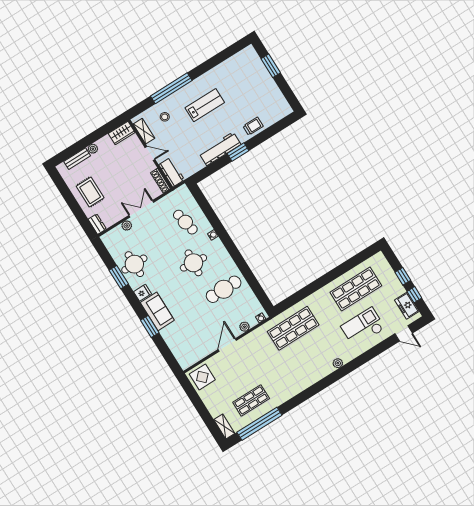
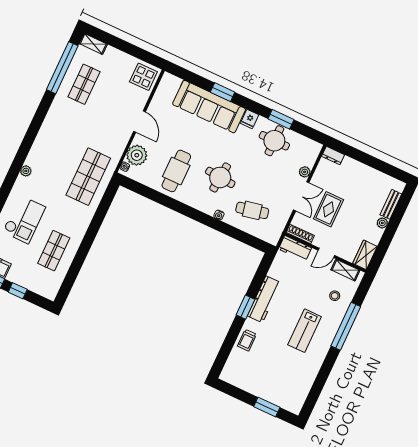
rug: (90, 192) -> (328, 209), moved, turned 90
shop shelf: (356, 289) -> (54, 251), width x0.70, depth x0.74
sofa: (157, 311) -> (209, 107), width x1.85, depth x1.27
plant: (244, 327) -> (137, 155), width x1.88, depth x1.88

